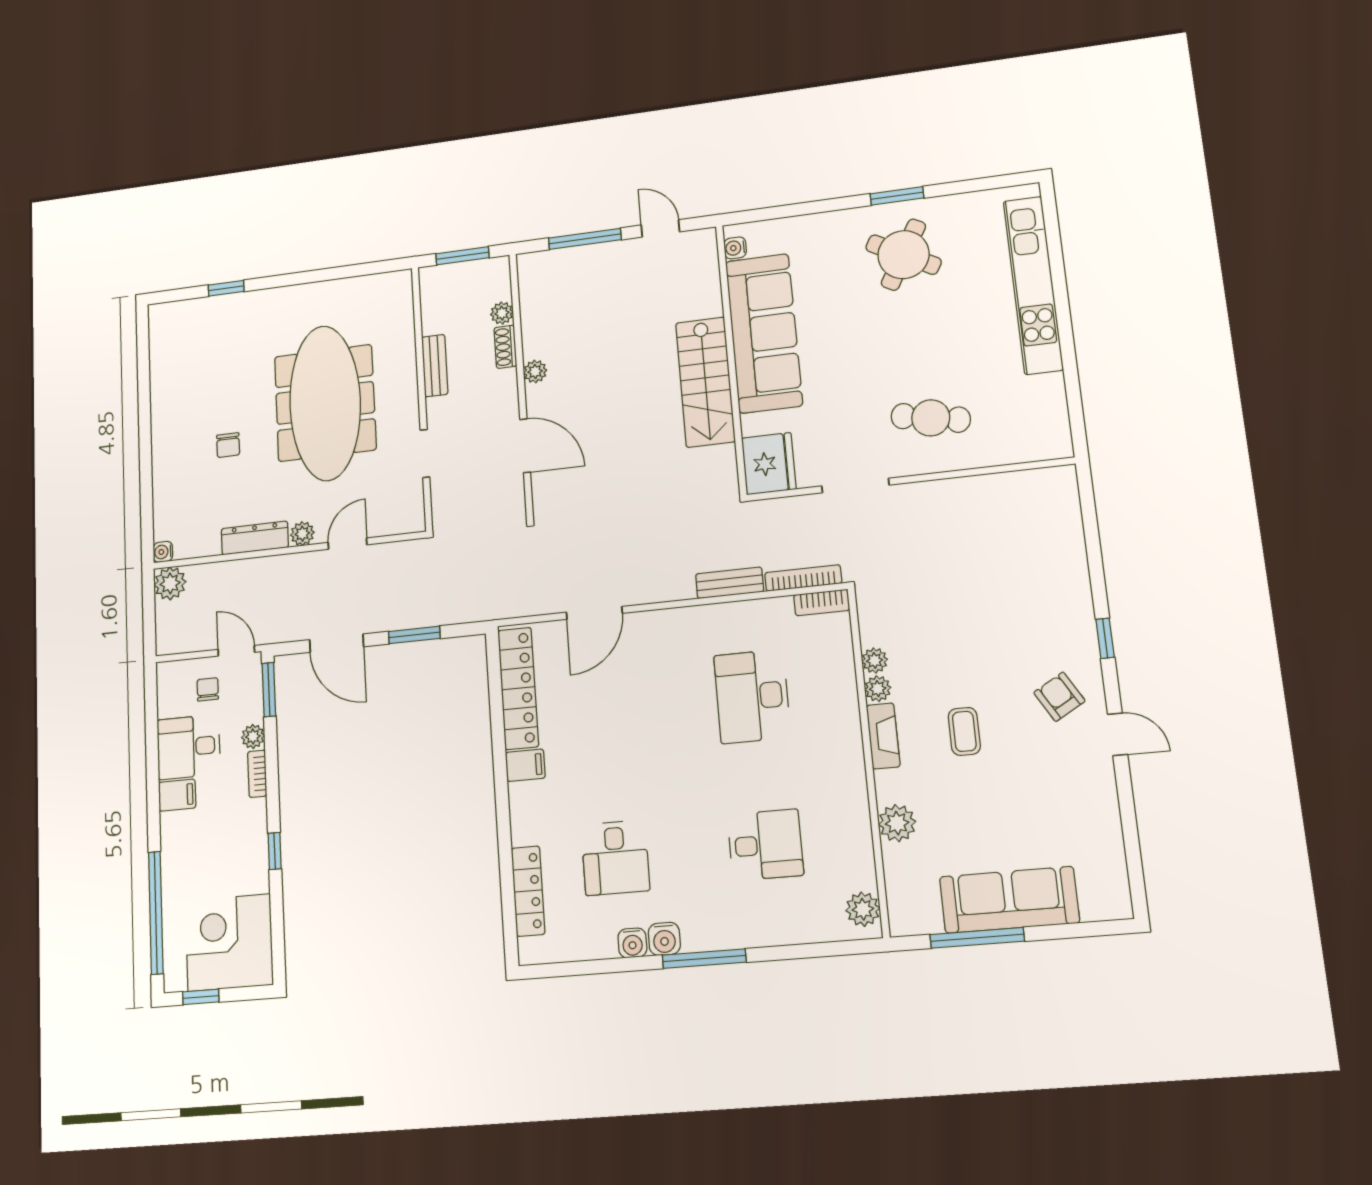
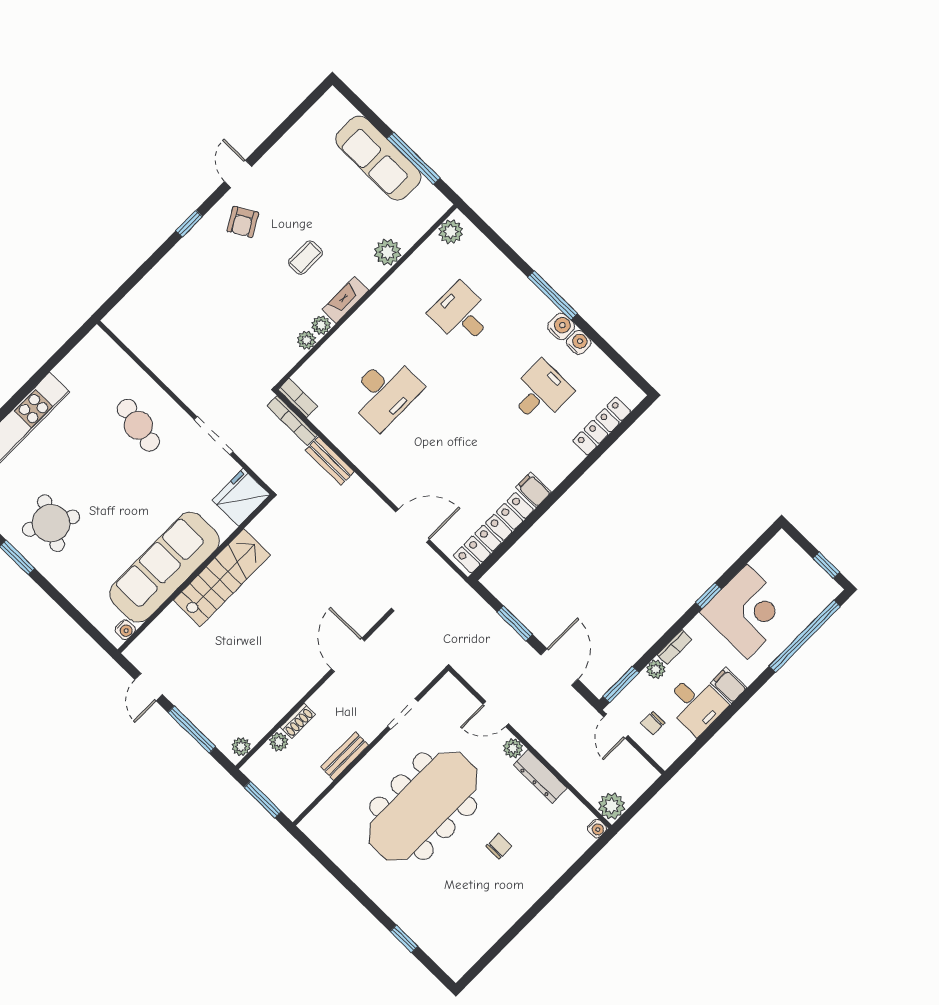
plant: (535, 372) -> (241, 747), moved
corner desk: (229, 943) -> (747, 612), moved, turned -90

